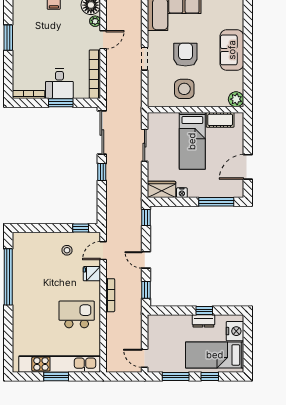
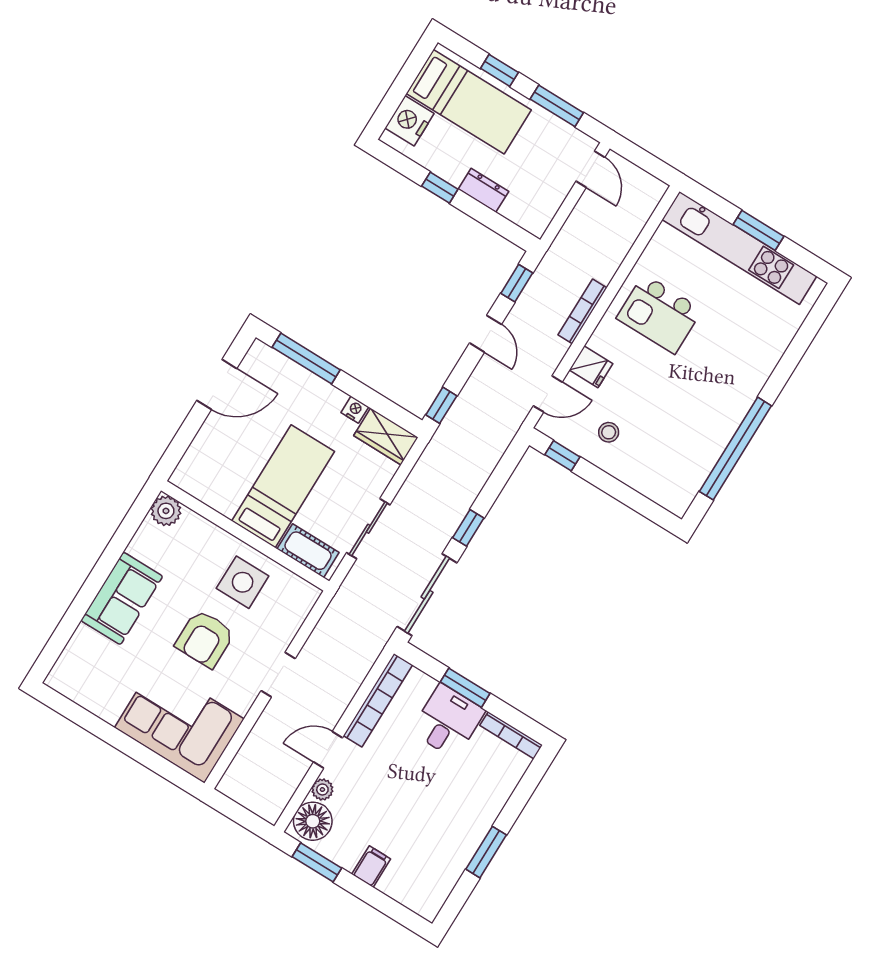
cot: (220, 120) -> (308, 551), moved
dresser: (203, 321) -> (483, 190), moved

